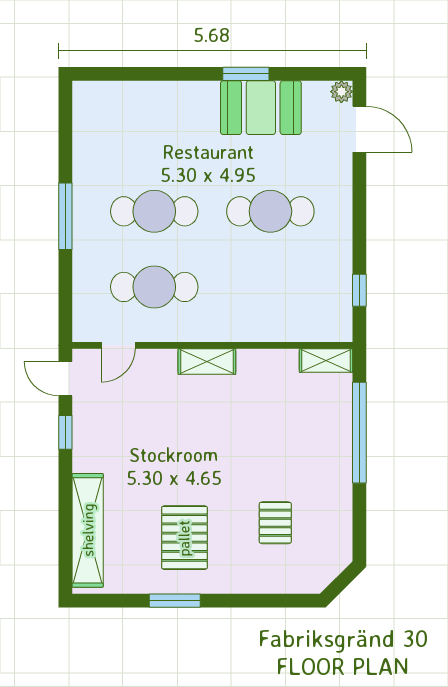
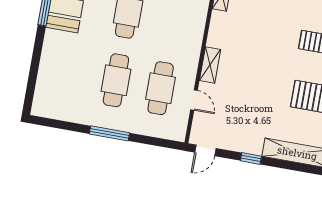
door: (118, 345) -> (194, 100), moved
window: (65, 432) -> (251, 158), moved

